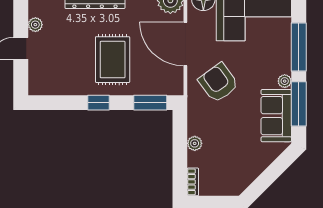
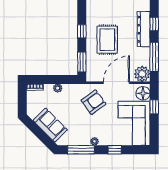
window: (299, 47) -> (115, 150), width x0.46
rug: (113, 60) -> (107, 40), turned 90
sofa: (276, 116) -> (50, 125), moved, turned 45

